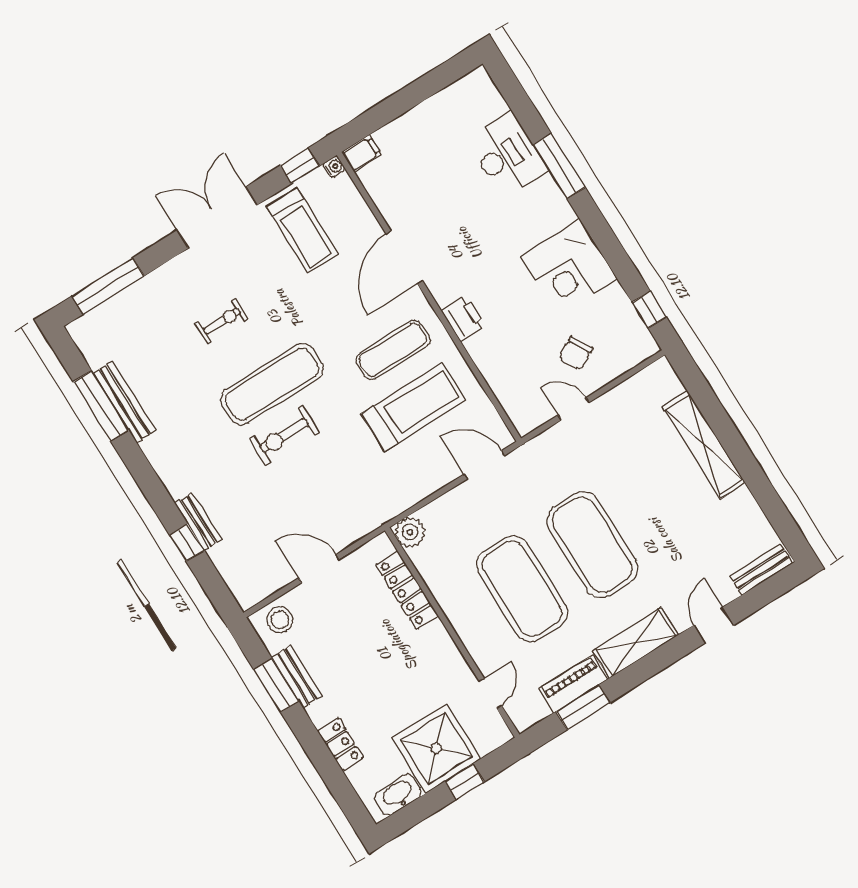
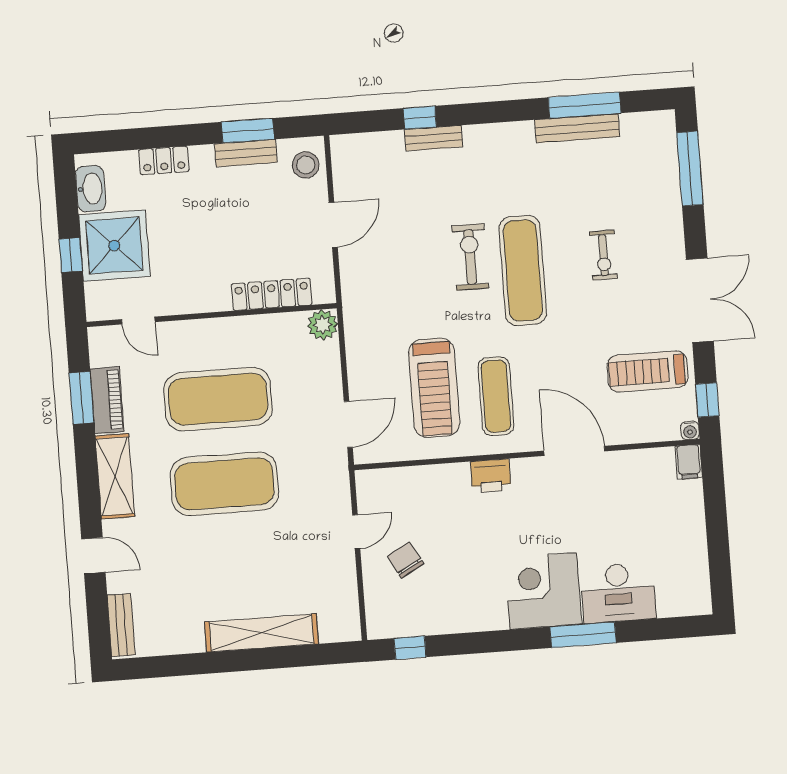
corner desk: (569, 267) -> (543, 591), moved

